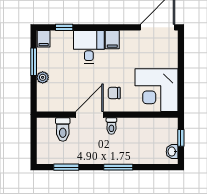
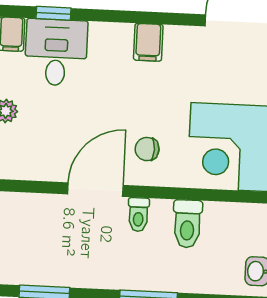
desk: (89, 47) -> (56, 52), moved
toilet: (63, 129) -> (187, 224), moved

